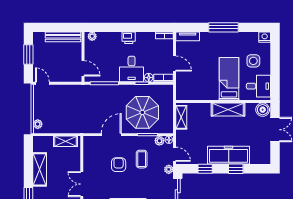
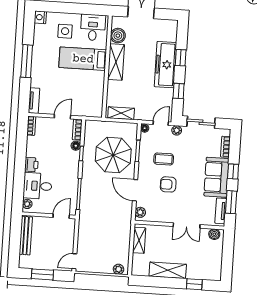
desk: (132, 69) -> (38, 186), moved, turned 180
boiler: (263, 110) -> (118, 36), moved
plant: (159, 141) -> (140, 212), moved

